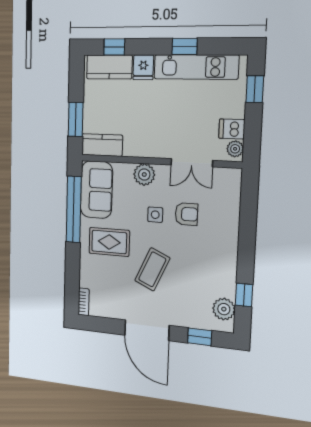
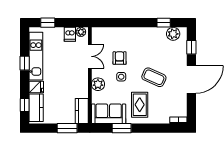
window: (74, 209) -> (122, 128), width x0.47

